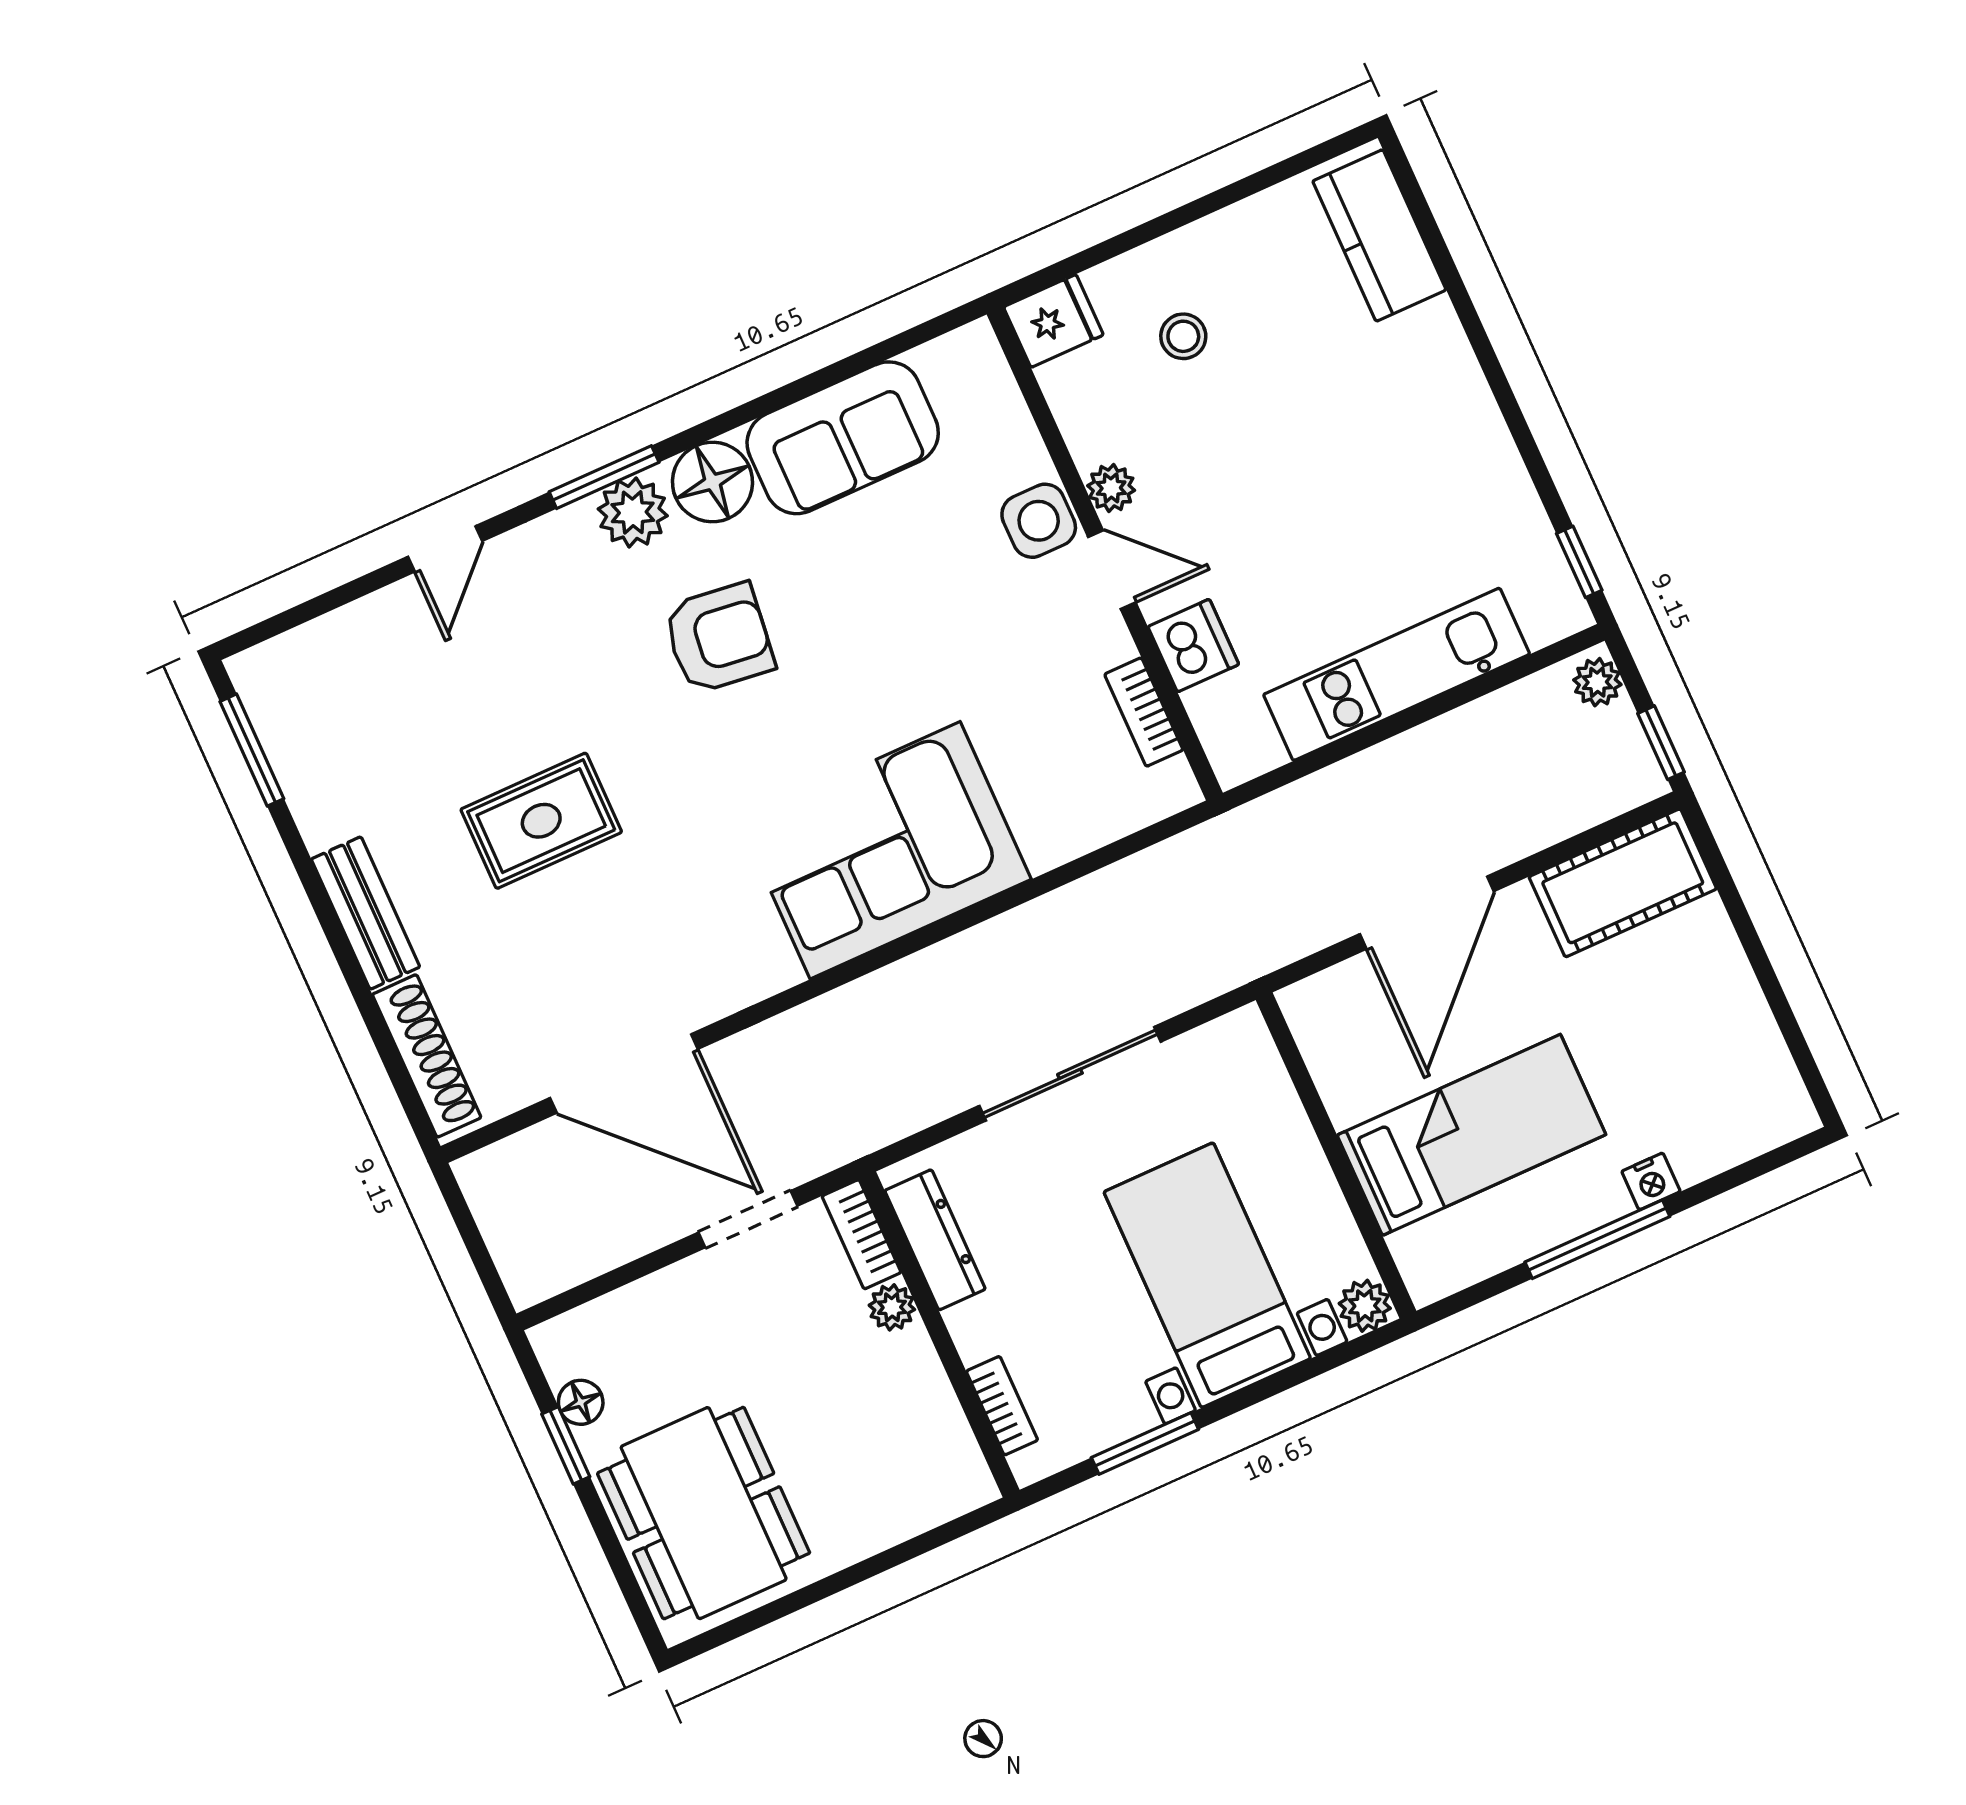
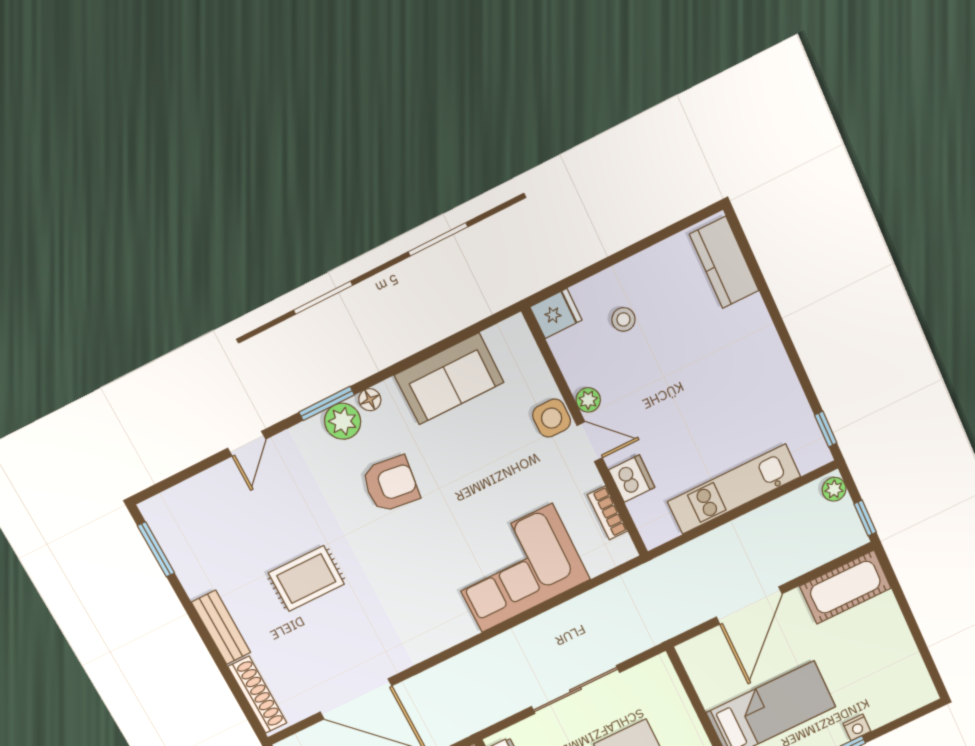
floor lamp: (712, 482) -> (370, 400), width x0.53, depth x0.53
corner sofa: (885, 850) -> (517, 568), moved

